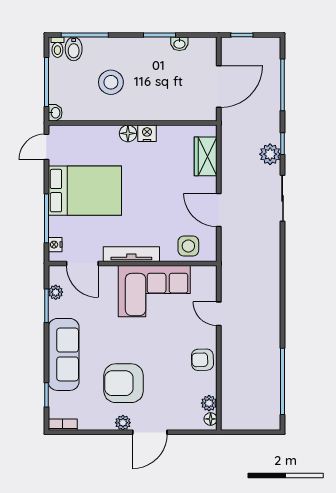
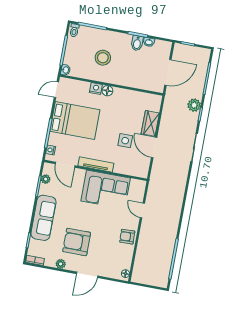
bidet: (74, 49) -> (137, 43), moved
nightstand: (147, 133) -> (96, 88), moved
plant: (270, 154) -> (194, 105), moved
wardrobe: (206, 156) -> (150, 123), moved
side table: (188, 246) -> (125, 141), moved
plant: (209, 403) -> (126, 264), removed
plant: (123, 423) -> (61, 264), moved

